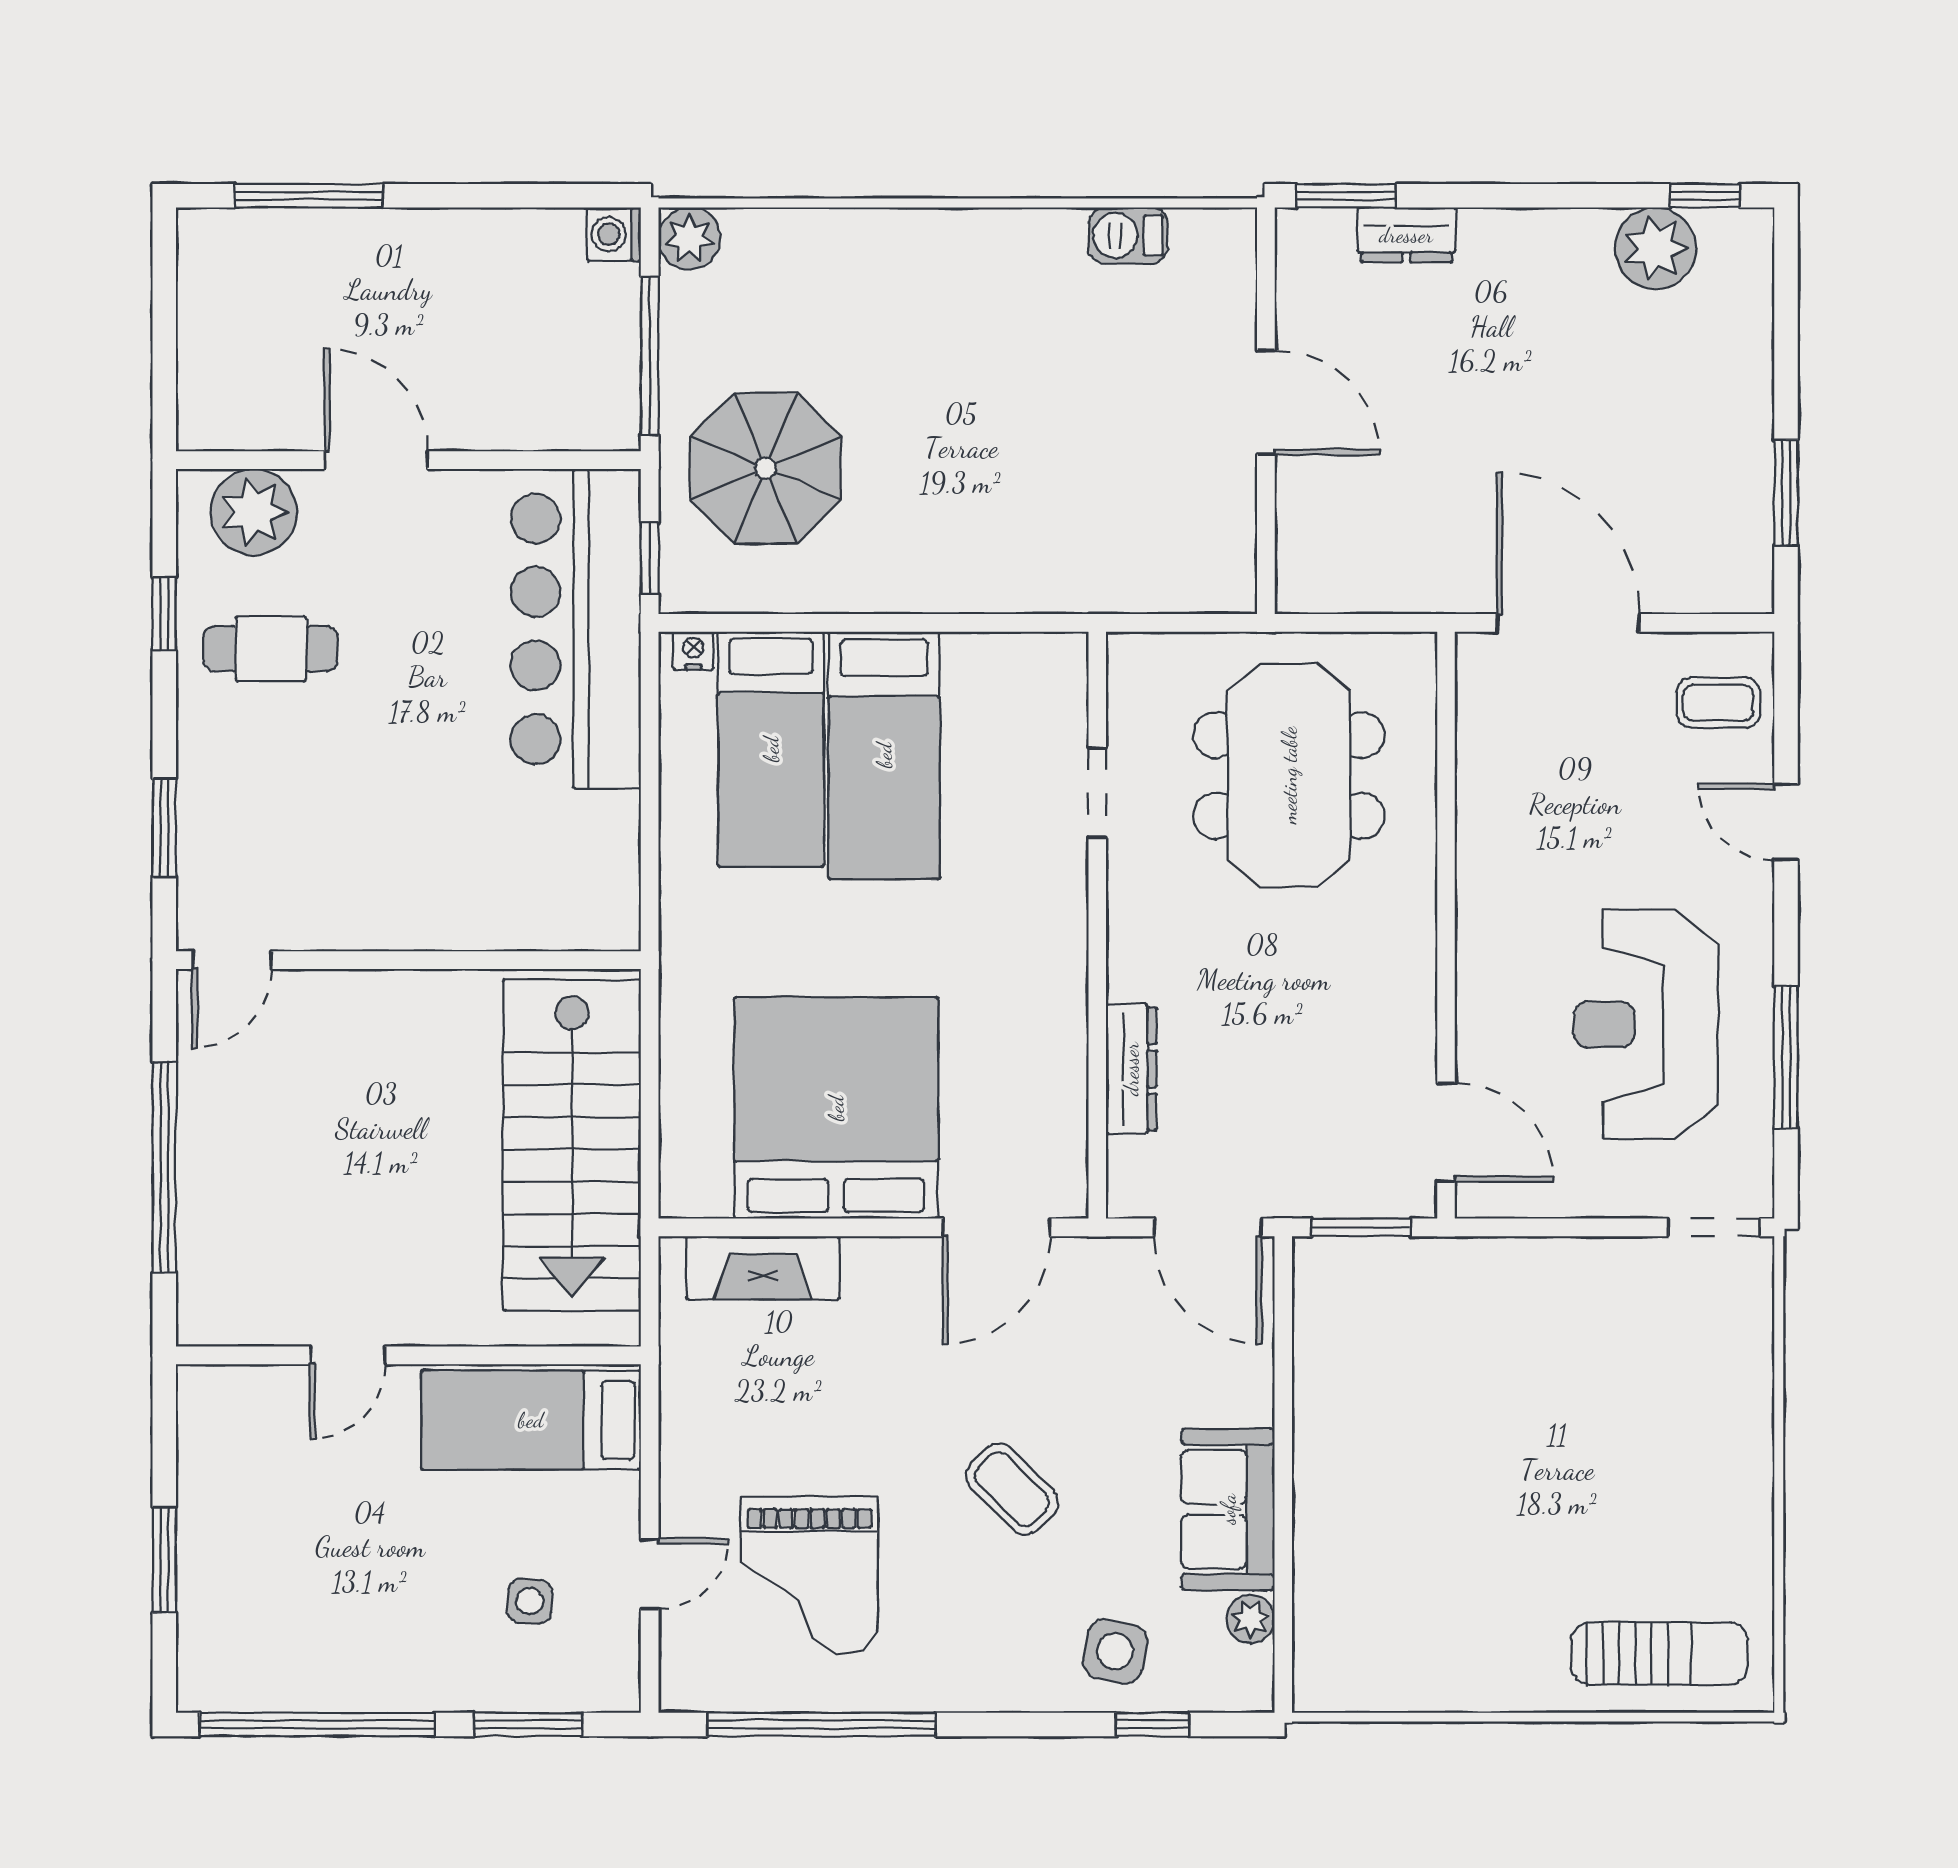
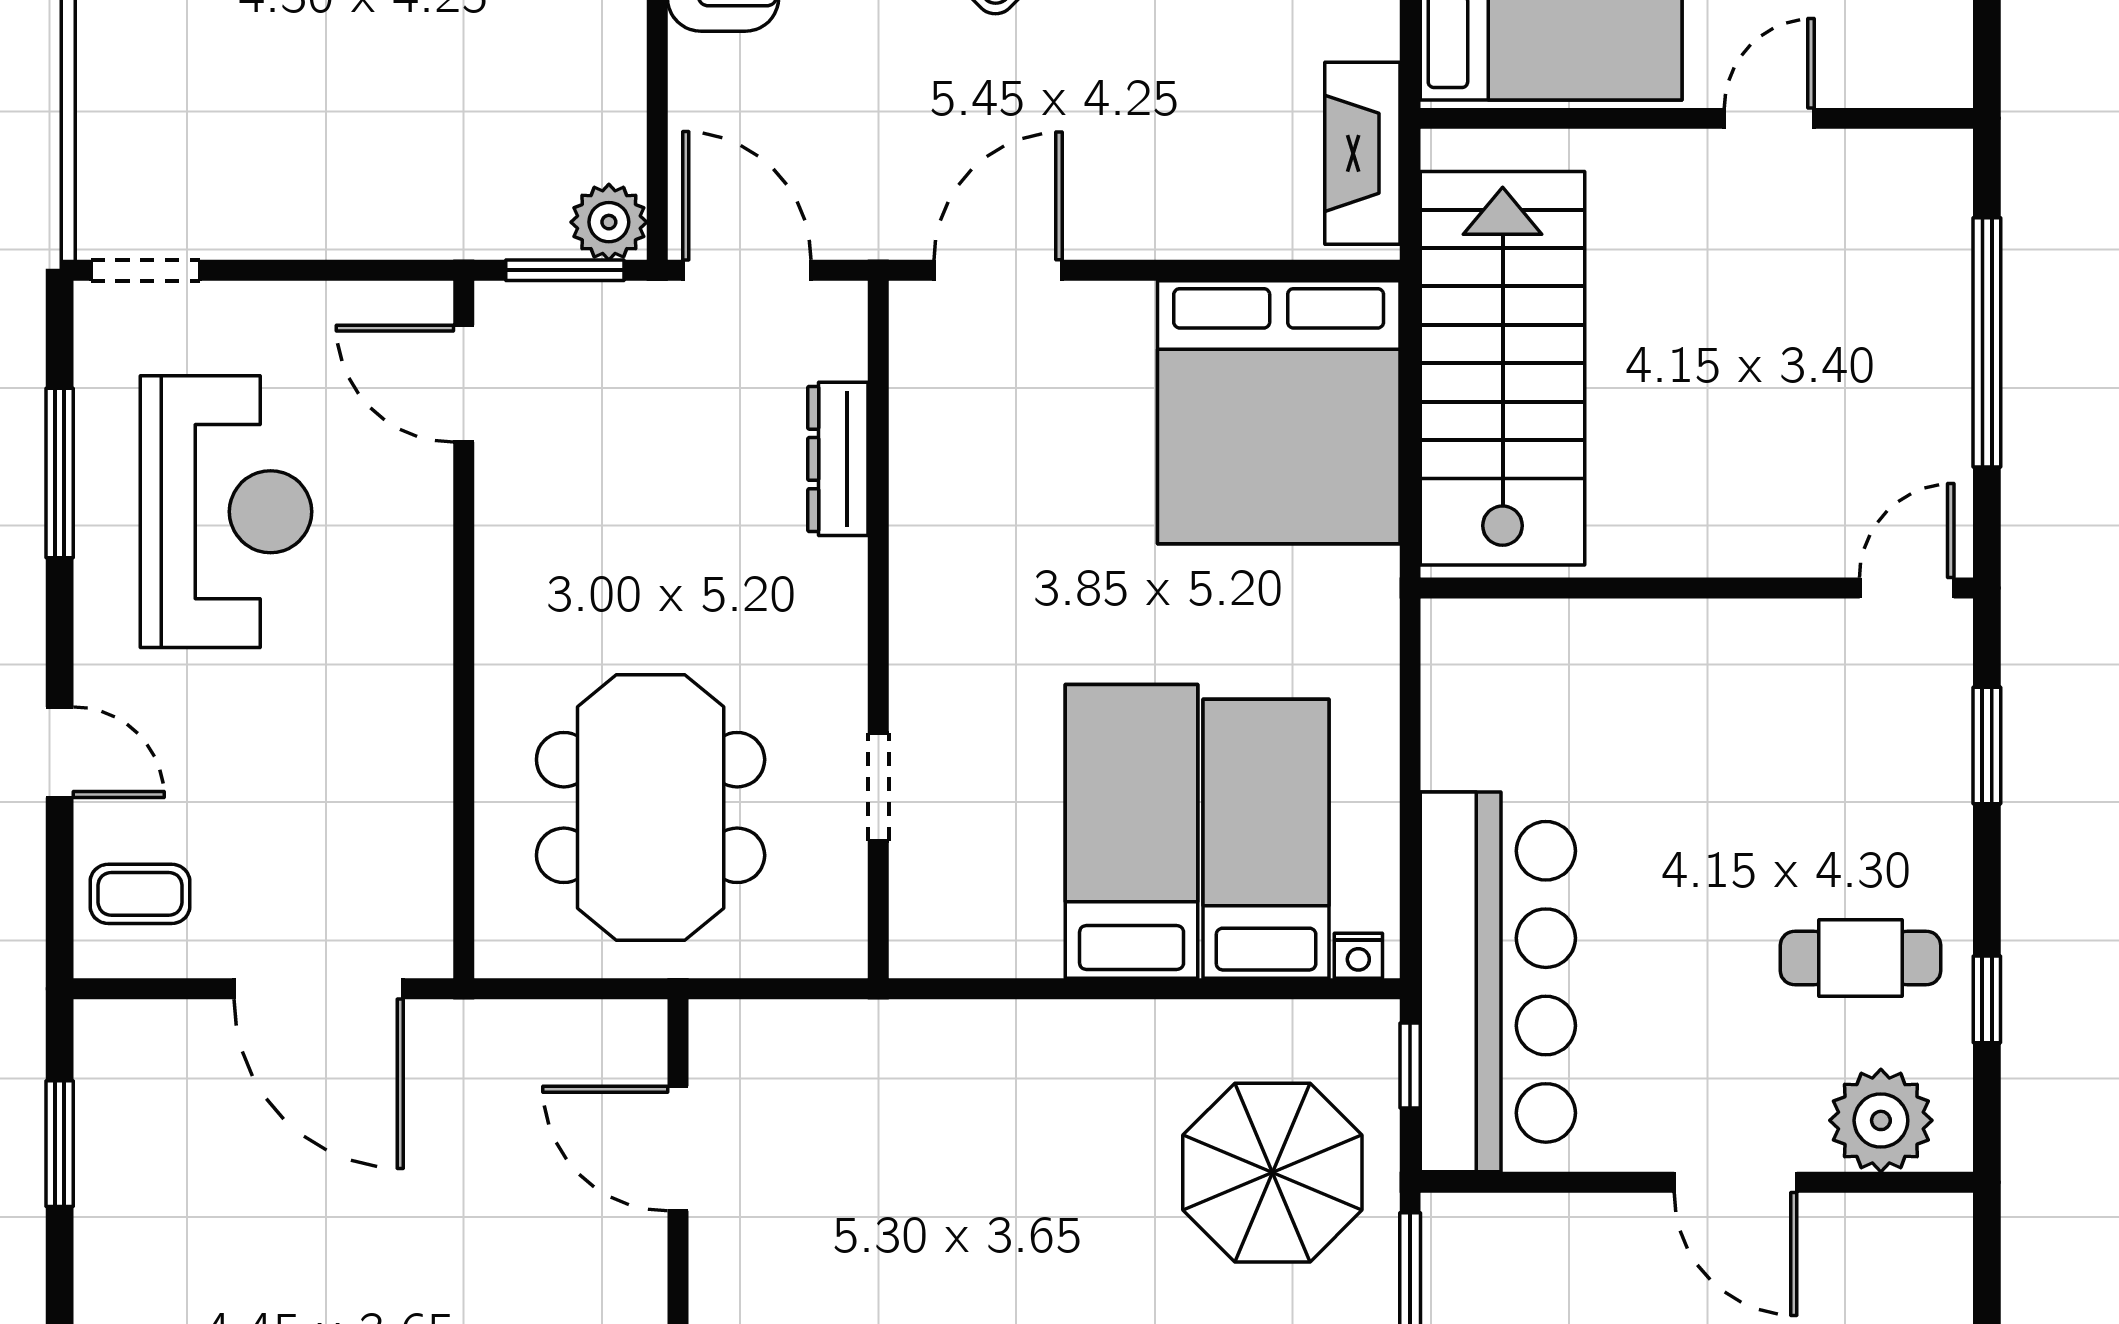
door: (1266, 402) -> (678, 1148), moved
bed: (836, 1108) -> (1279, 412), moved
fireplace: (763, 1268) -> (1362, 153), moved, turned -90
plant: (1324, 1268) -> (609, 222), added

